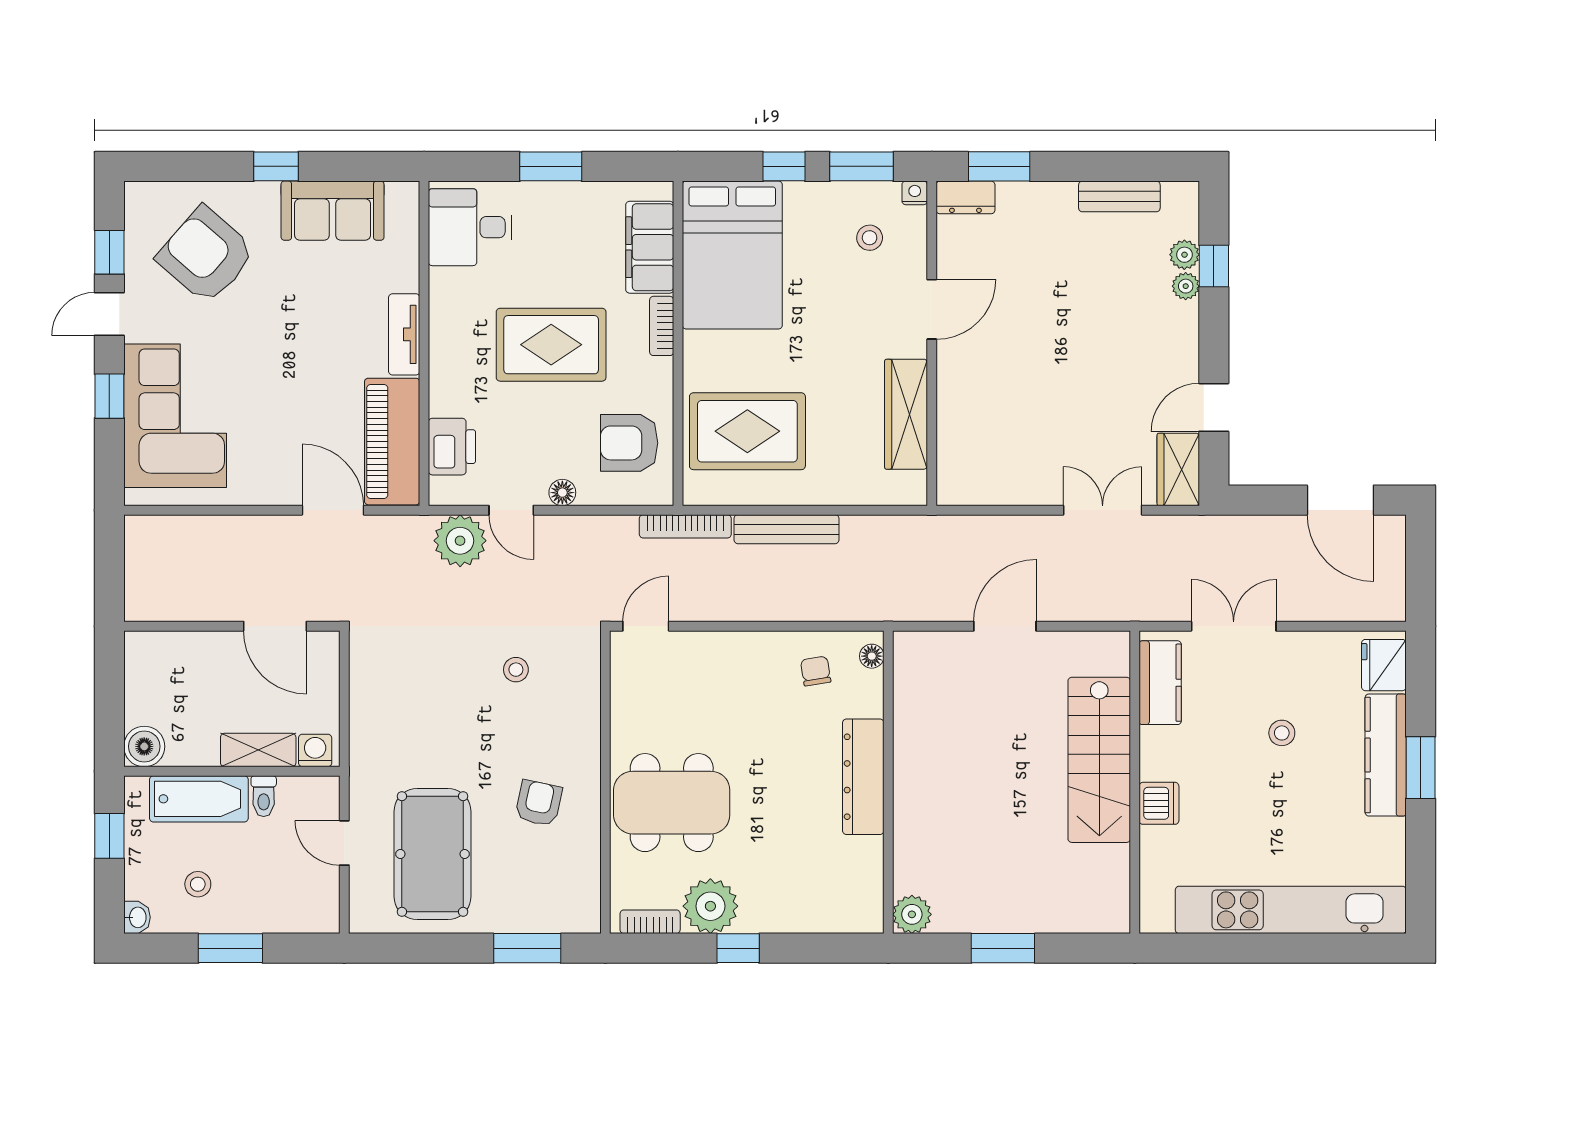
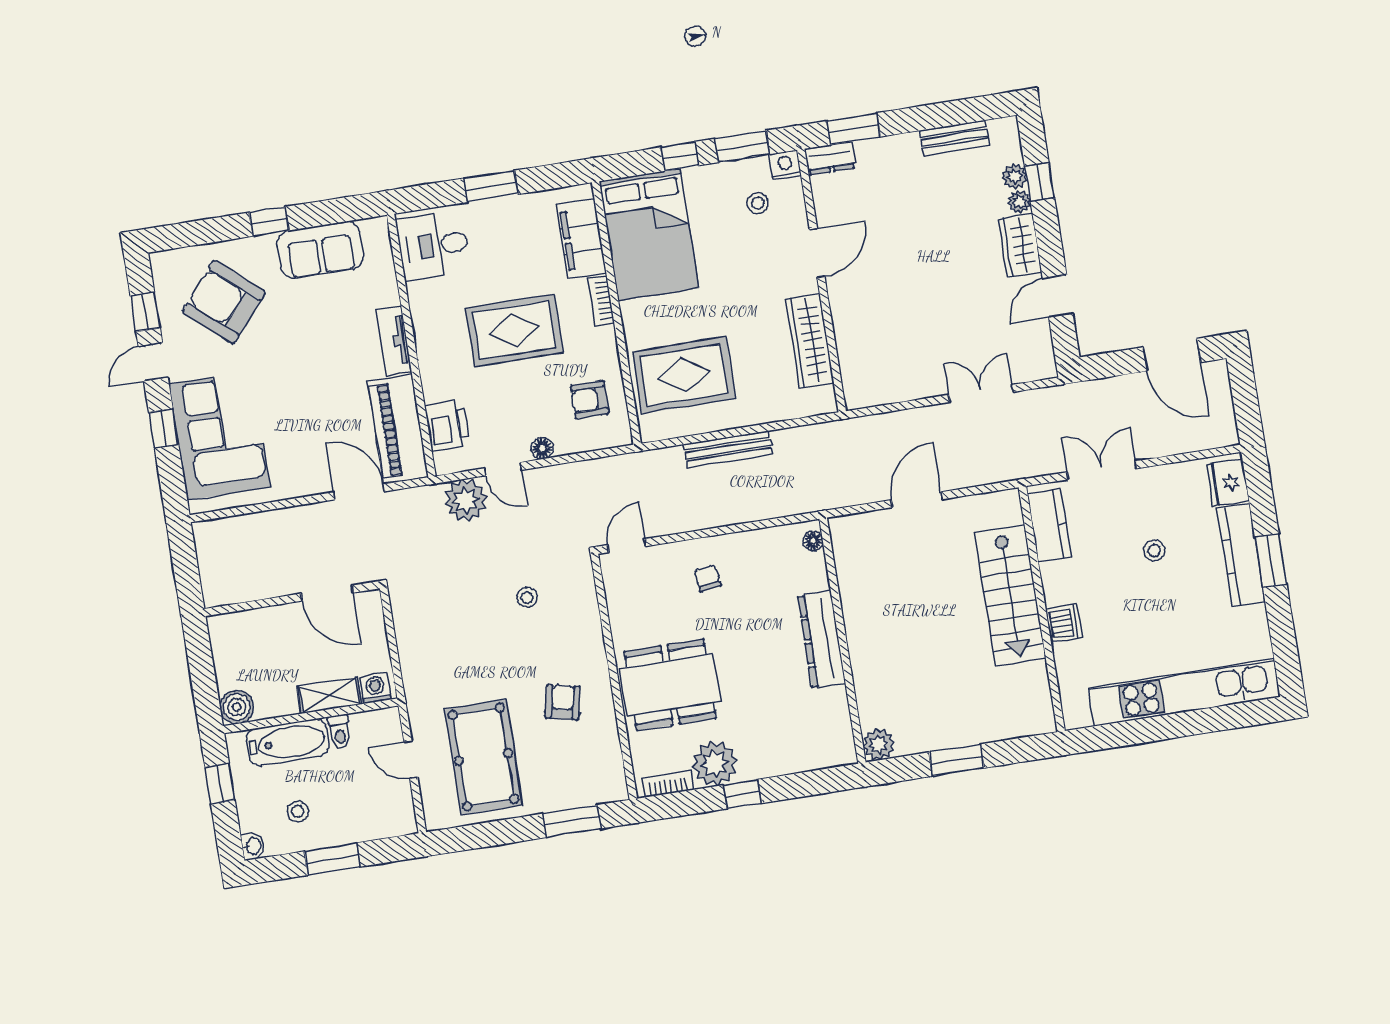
nightstand: (915, 193) -> (785, 165), width x1.39, depth x1.35
armchair: (629, 443) -> (590, 400), width x0.72, depth x0.72
wardrobe: (1178, 469) -> (1020, 245), moved
bookcase: (685, 526) -> (646, 460), removed
chair: (816, 671) -> (708, 578), moved

